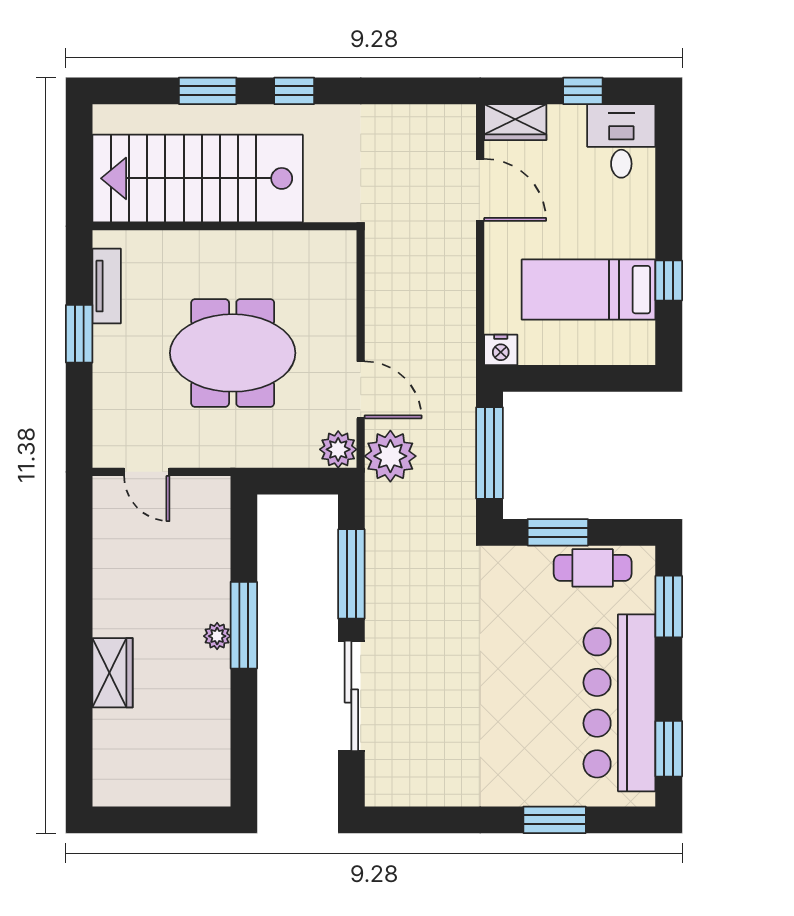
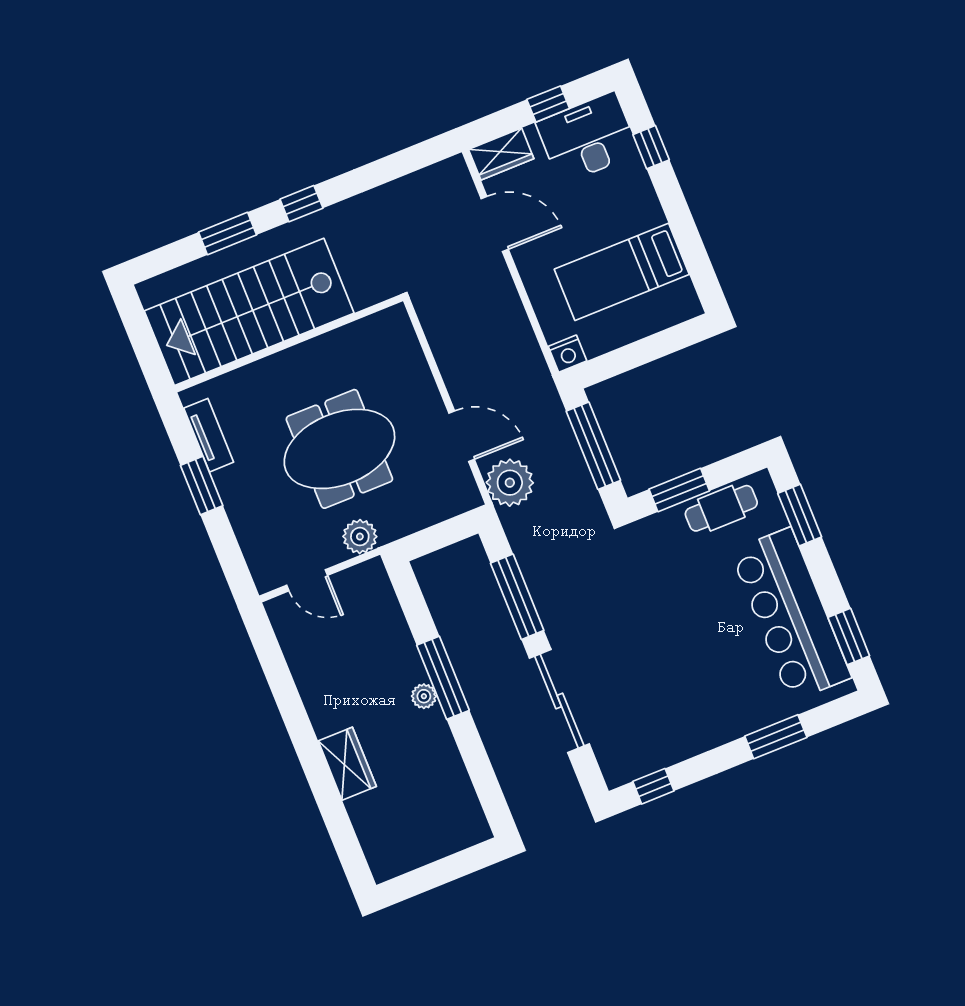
desk: (621, 141) -> (588, 138), width x1.37
window: (669, 281) -> (651, 147), moved
plant: (338, 449) -> (360, 537), moved
window: (411, 820) -> (653, 786), added

